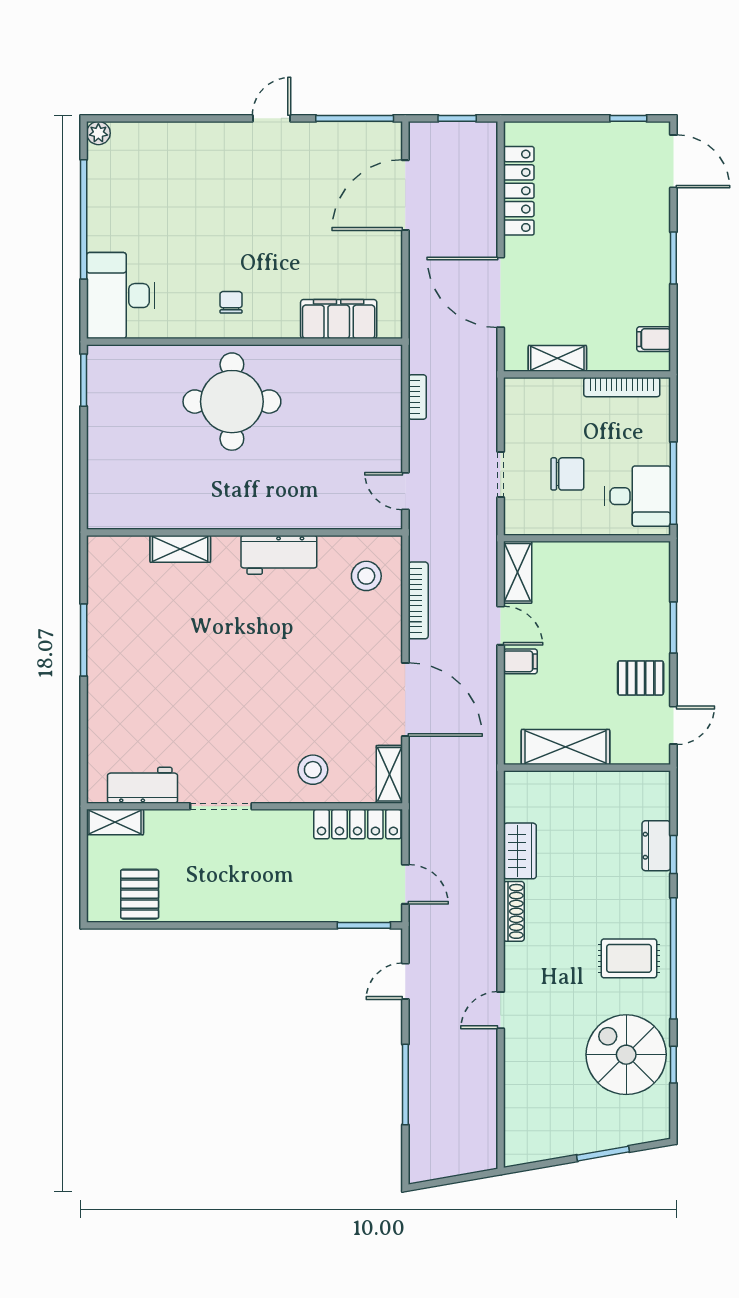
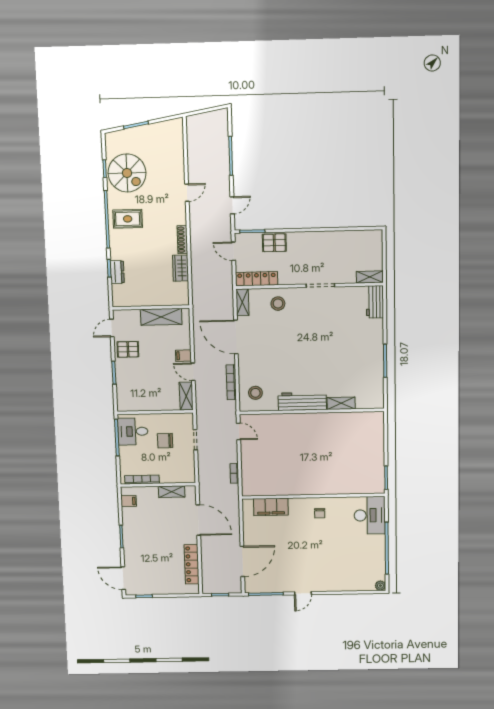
round table: (232, 402) -> (319, 470), removed
workbench: (279, 555) -> (302, 401), width x1.38
workbench: (143, 785) -> (375, 302), moved, turned 90
pallet: (140, 894) -> (274, 243), moved, turned 90

